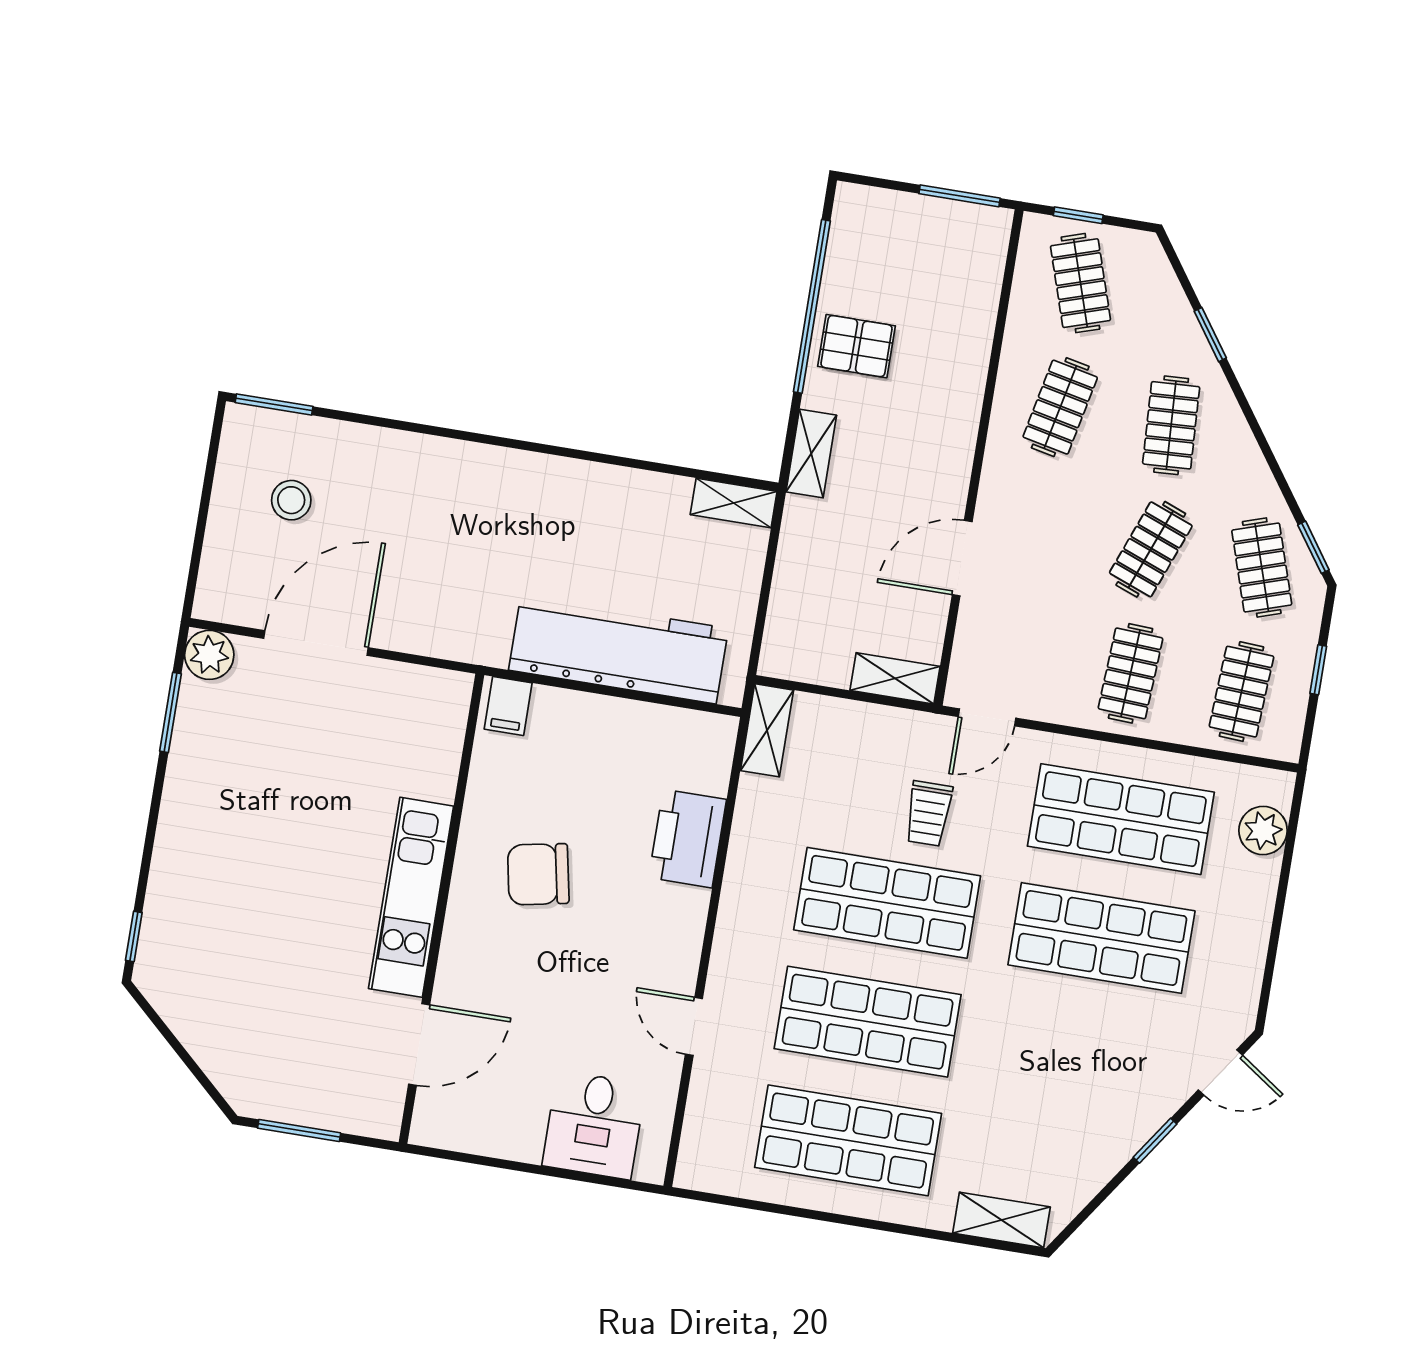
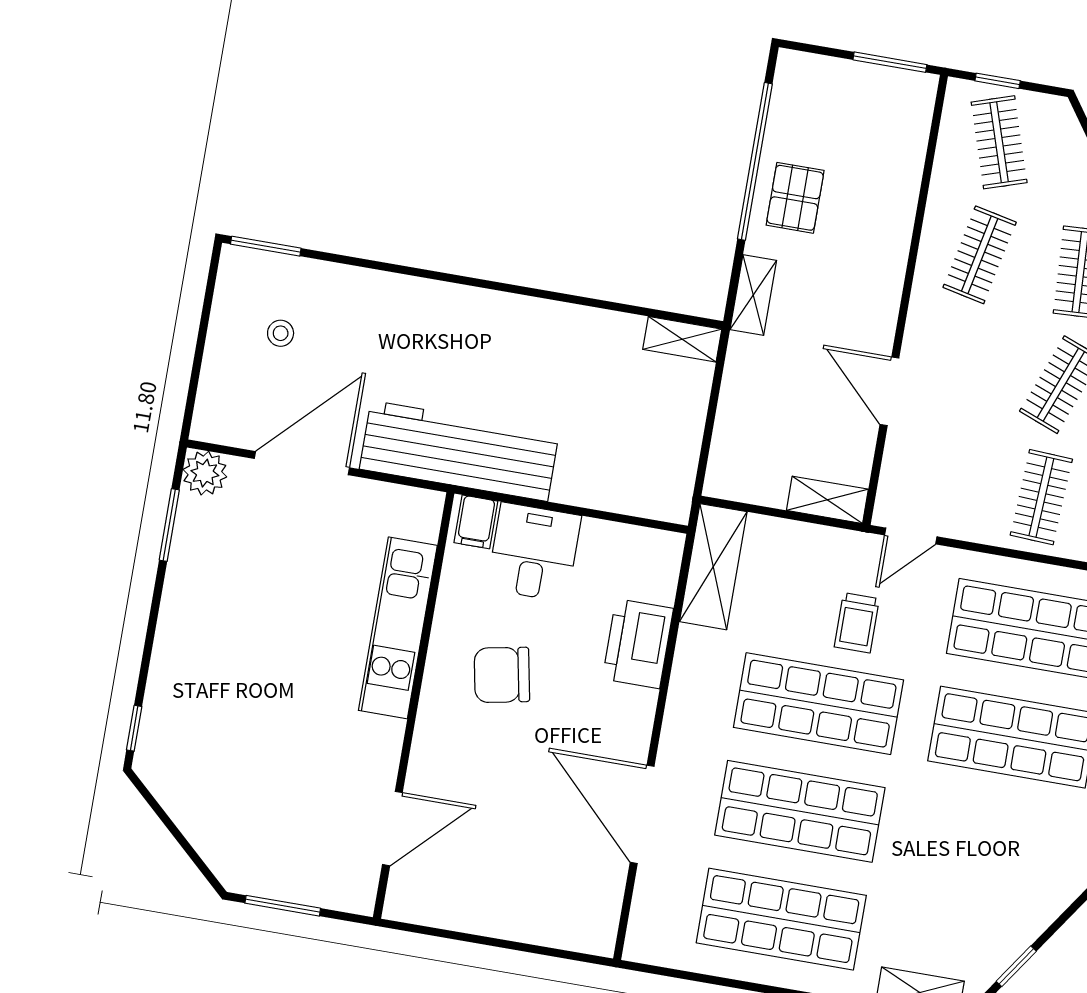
pallet: (857, 346) -> (795, 198), turned 90
stool: (291, 500) -> (281, 333), width x0.73, depth x0.73
door: (962, 558) -> (889, 391), hinge flipped
workbench: (619, 649) -> (459, 451), moved
shelving: (767, 730) -> (713, 567), width x1.50, depth x1.33
kitchen unit: (411, 897) -> (398, 628), moved
door: (694, 1026) -> (642, 814), width x1.87
desk: (594, 1125) -> (534, 552), moved, turned 180
window: (1155, 1141) -> (1016, 966), moved

